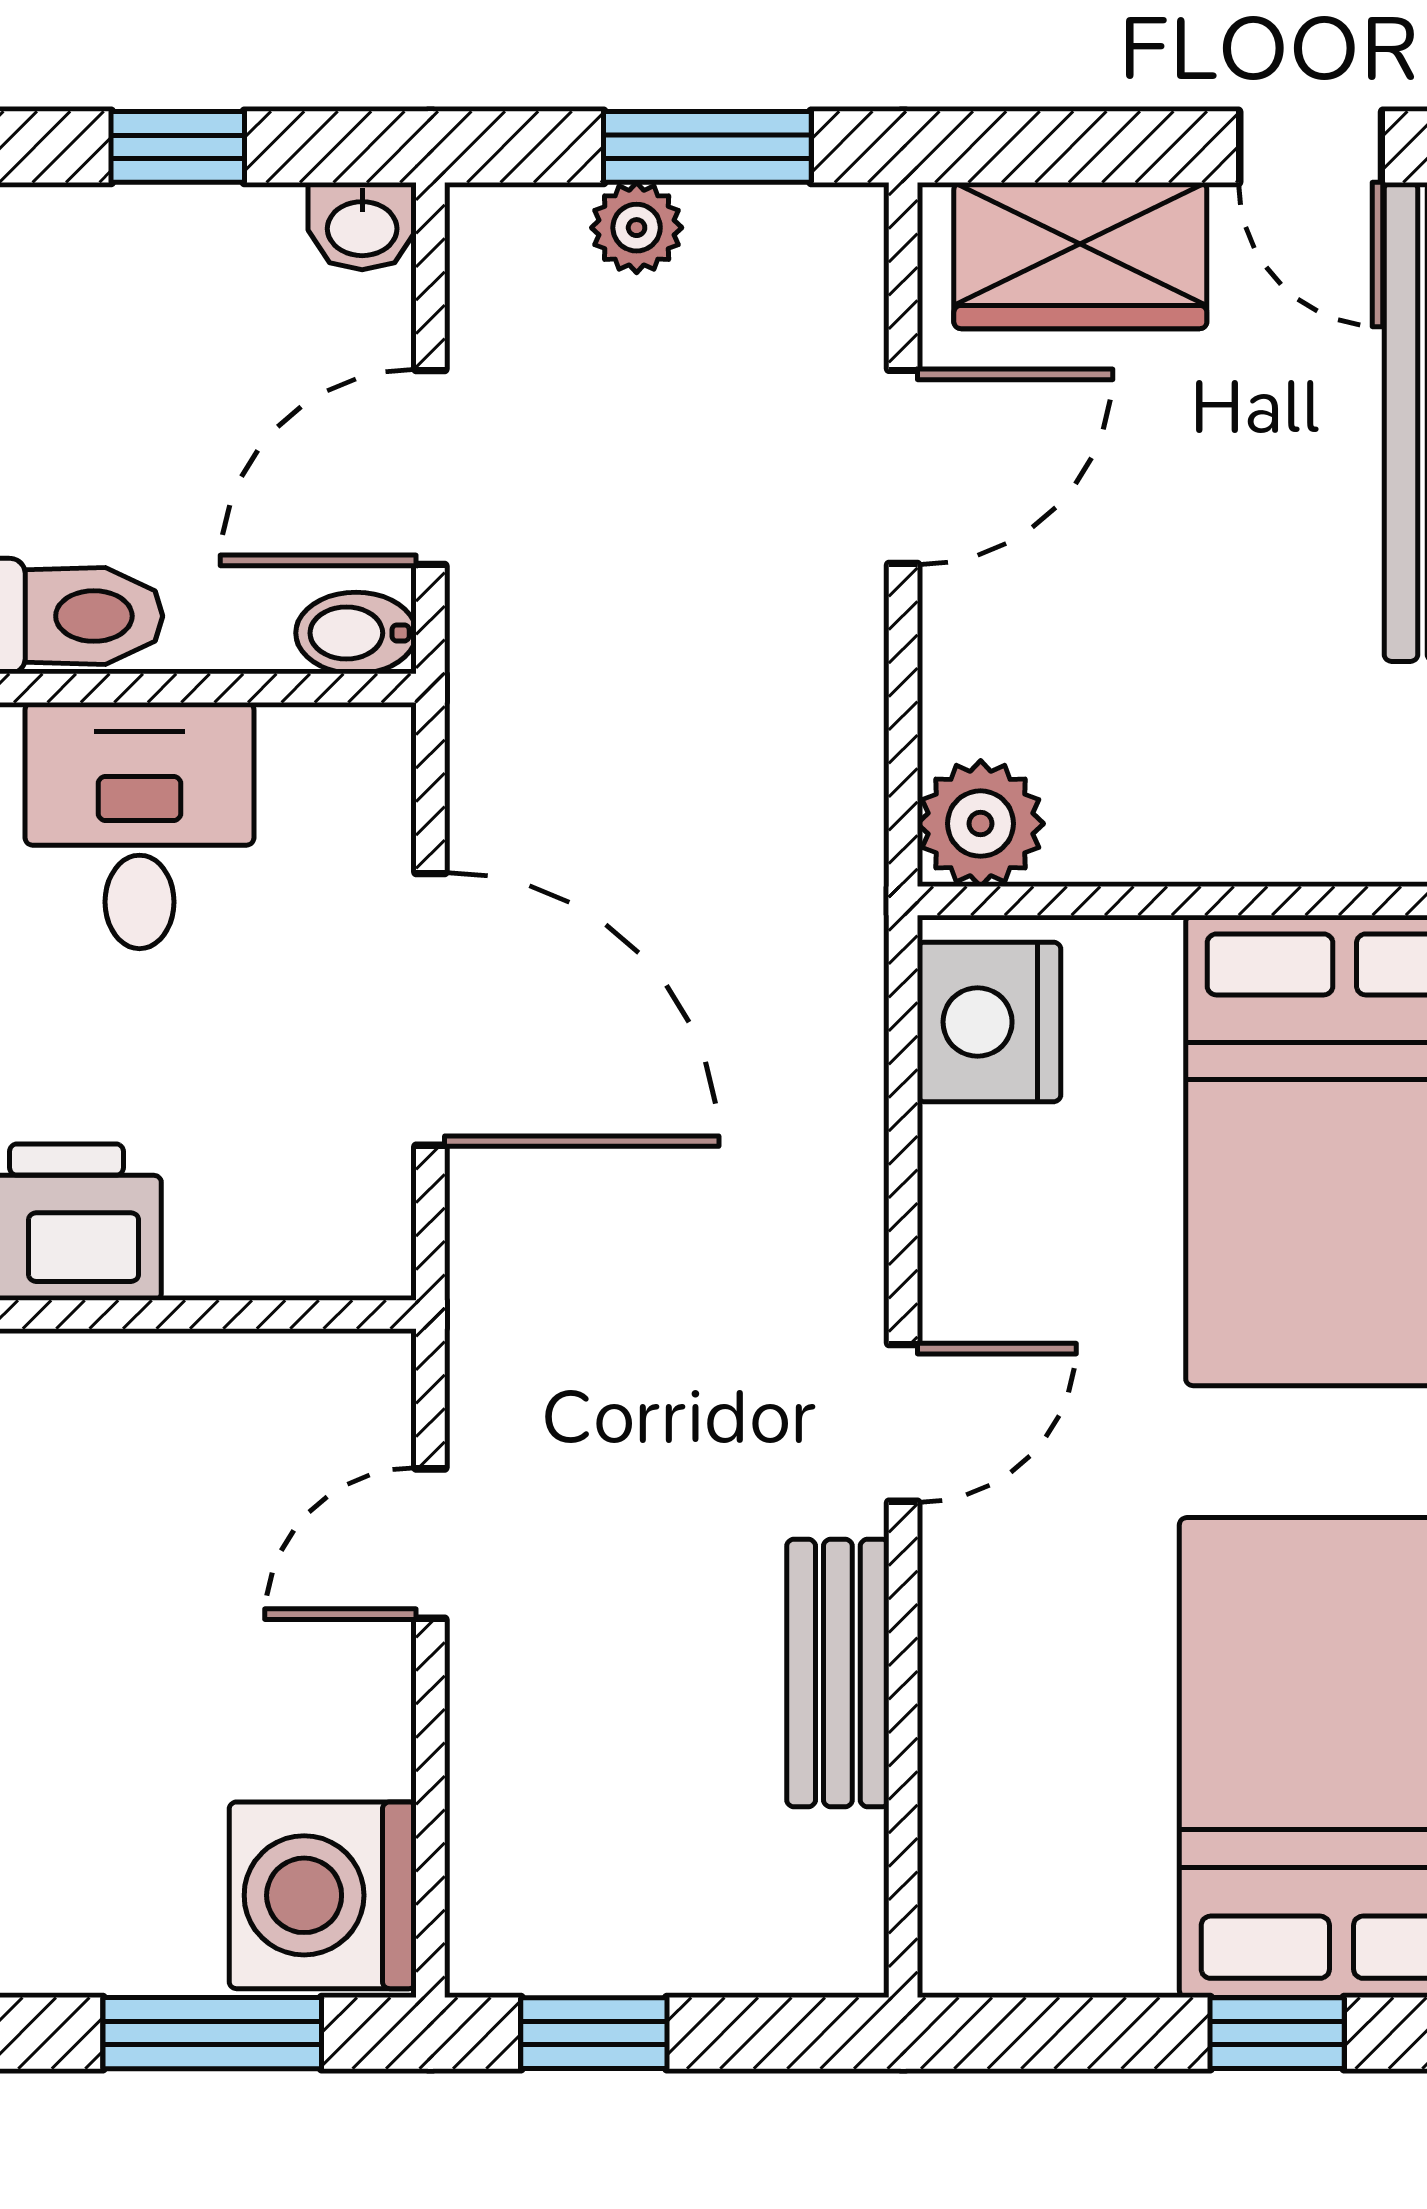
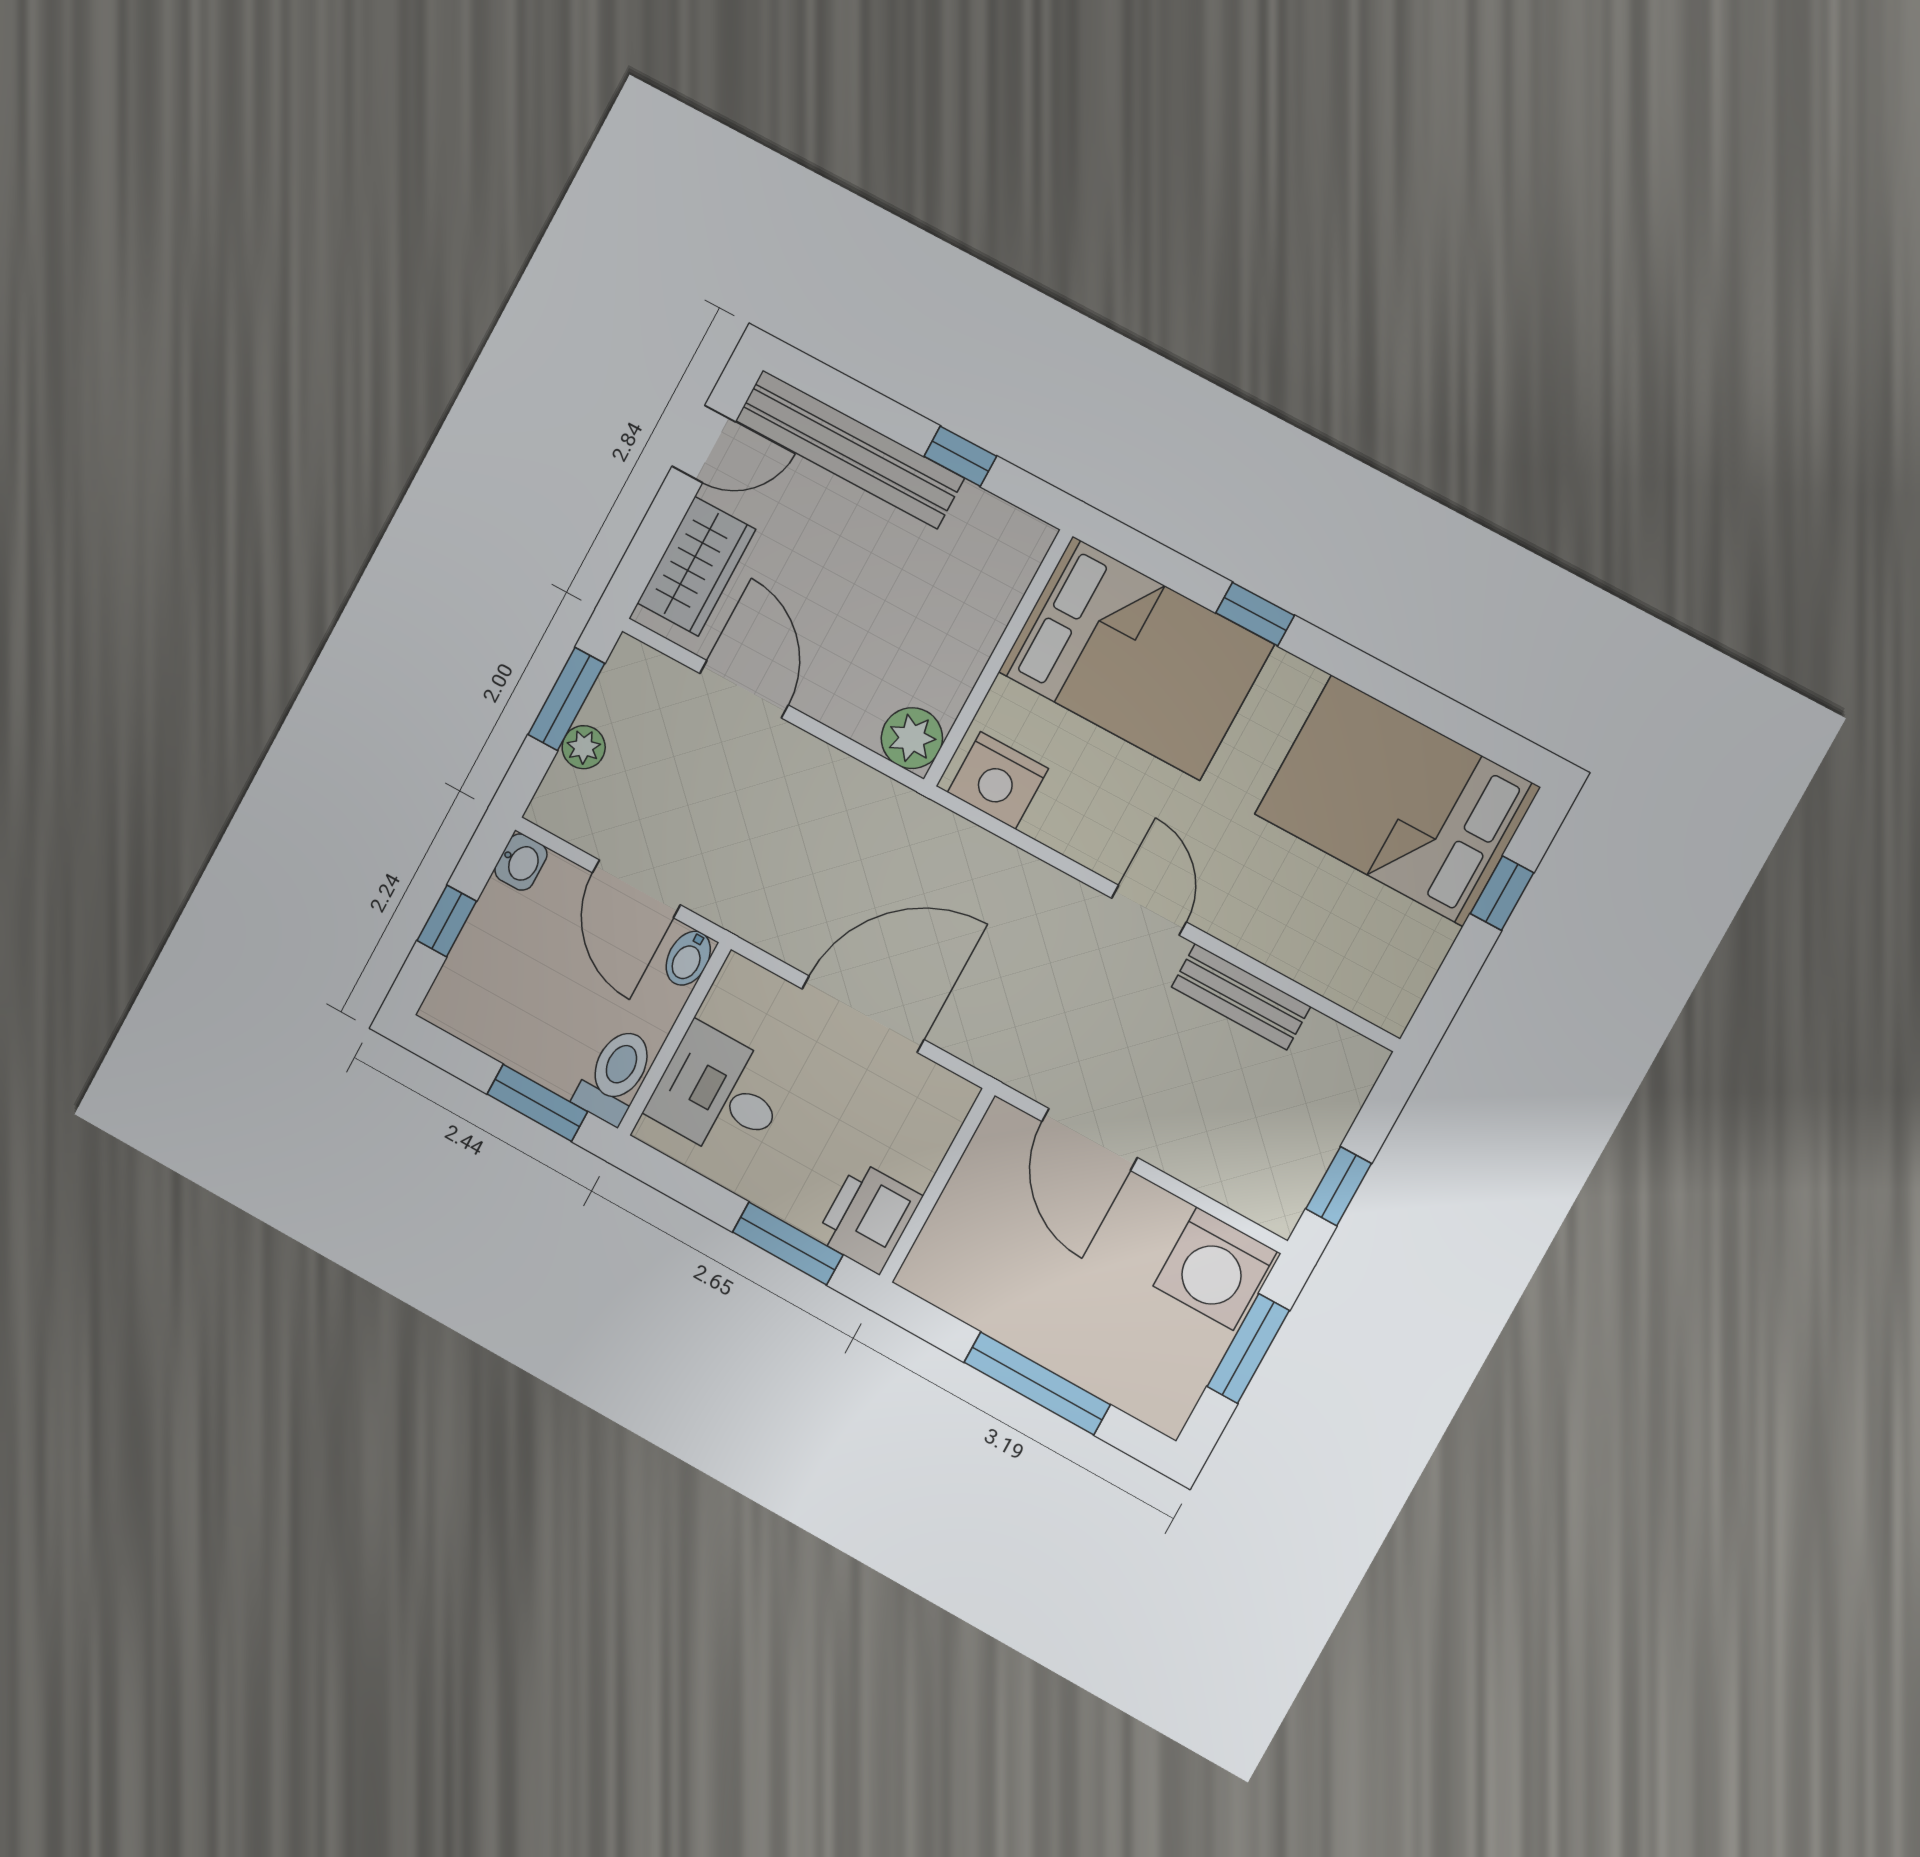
door: (430, 1544) -> (1090, 1140), width x1.38

